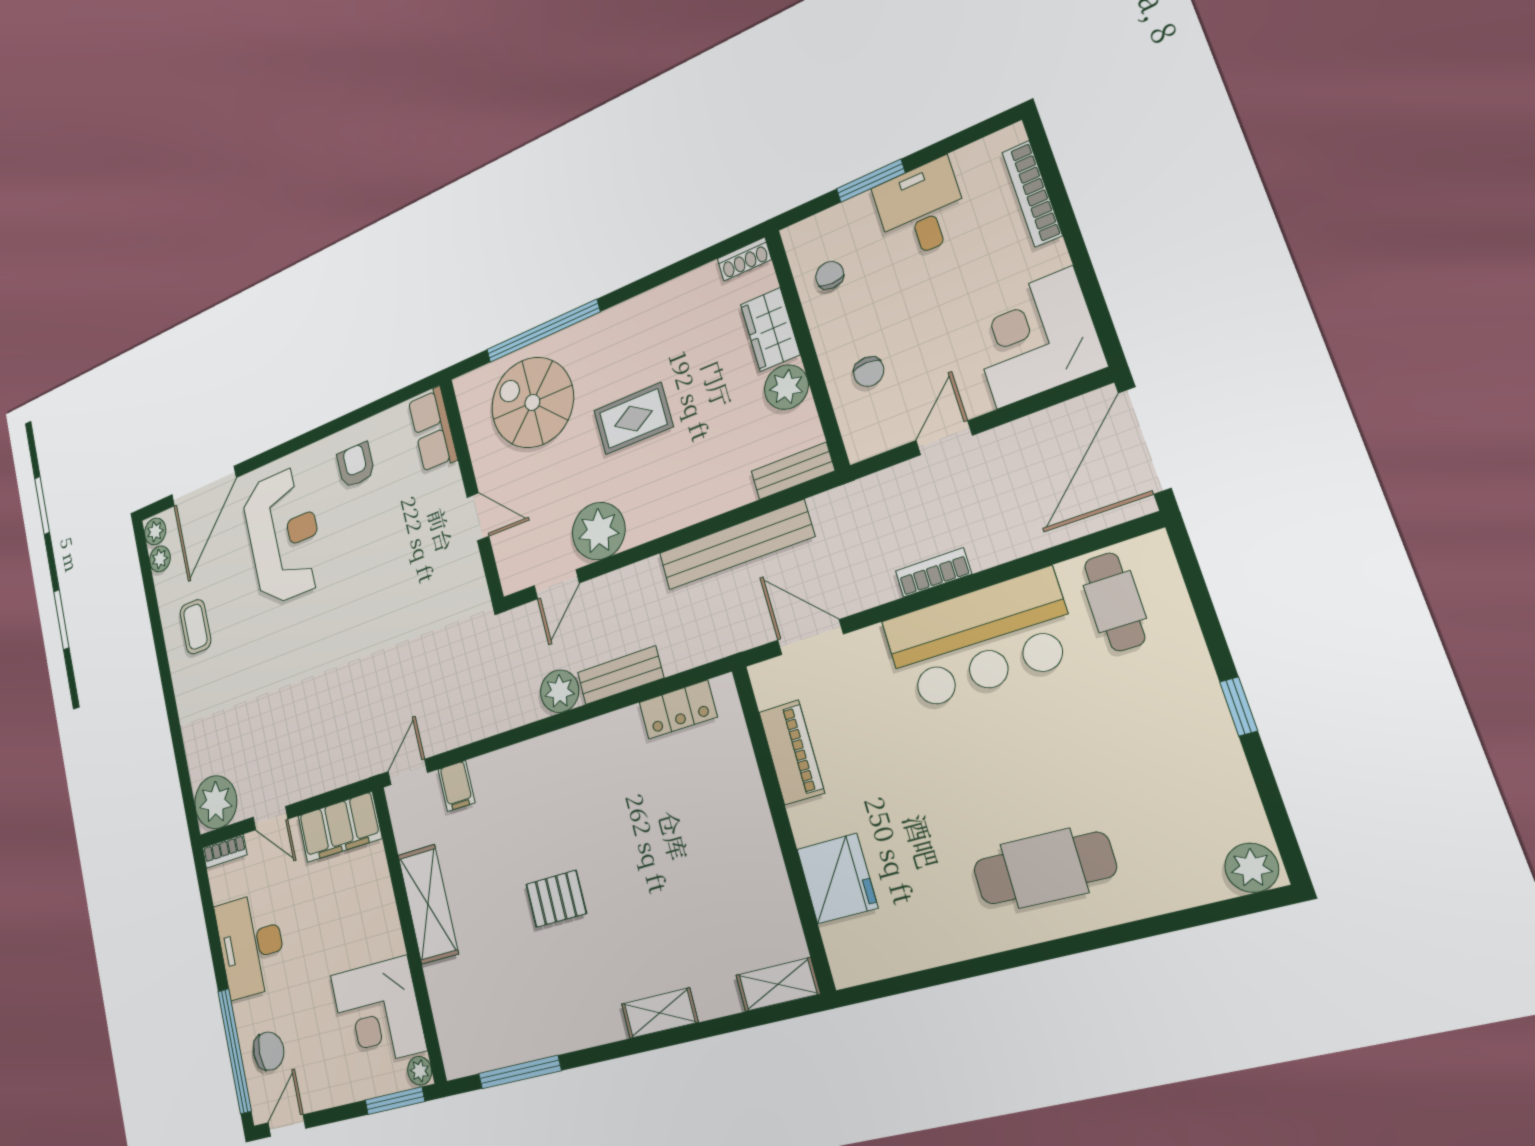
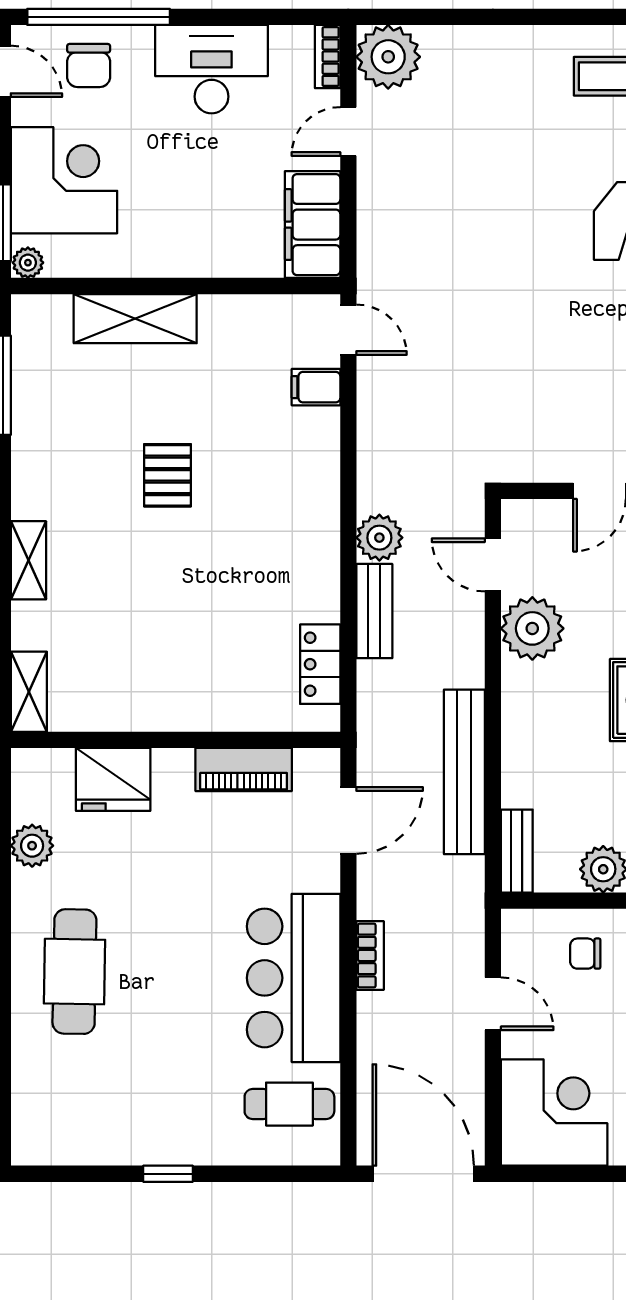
plant: (1252, 868) -> (32, 846), moved
shelving: (428, 904) -> (135, 319), moved
corner desk: (378, 1013) -> (64, 180), moved, turned 90

